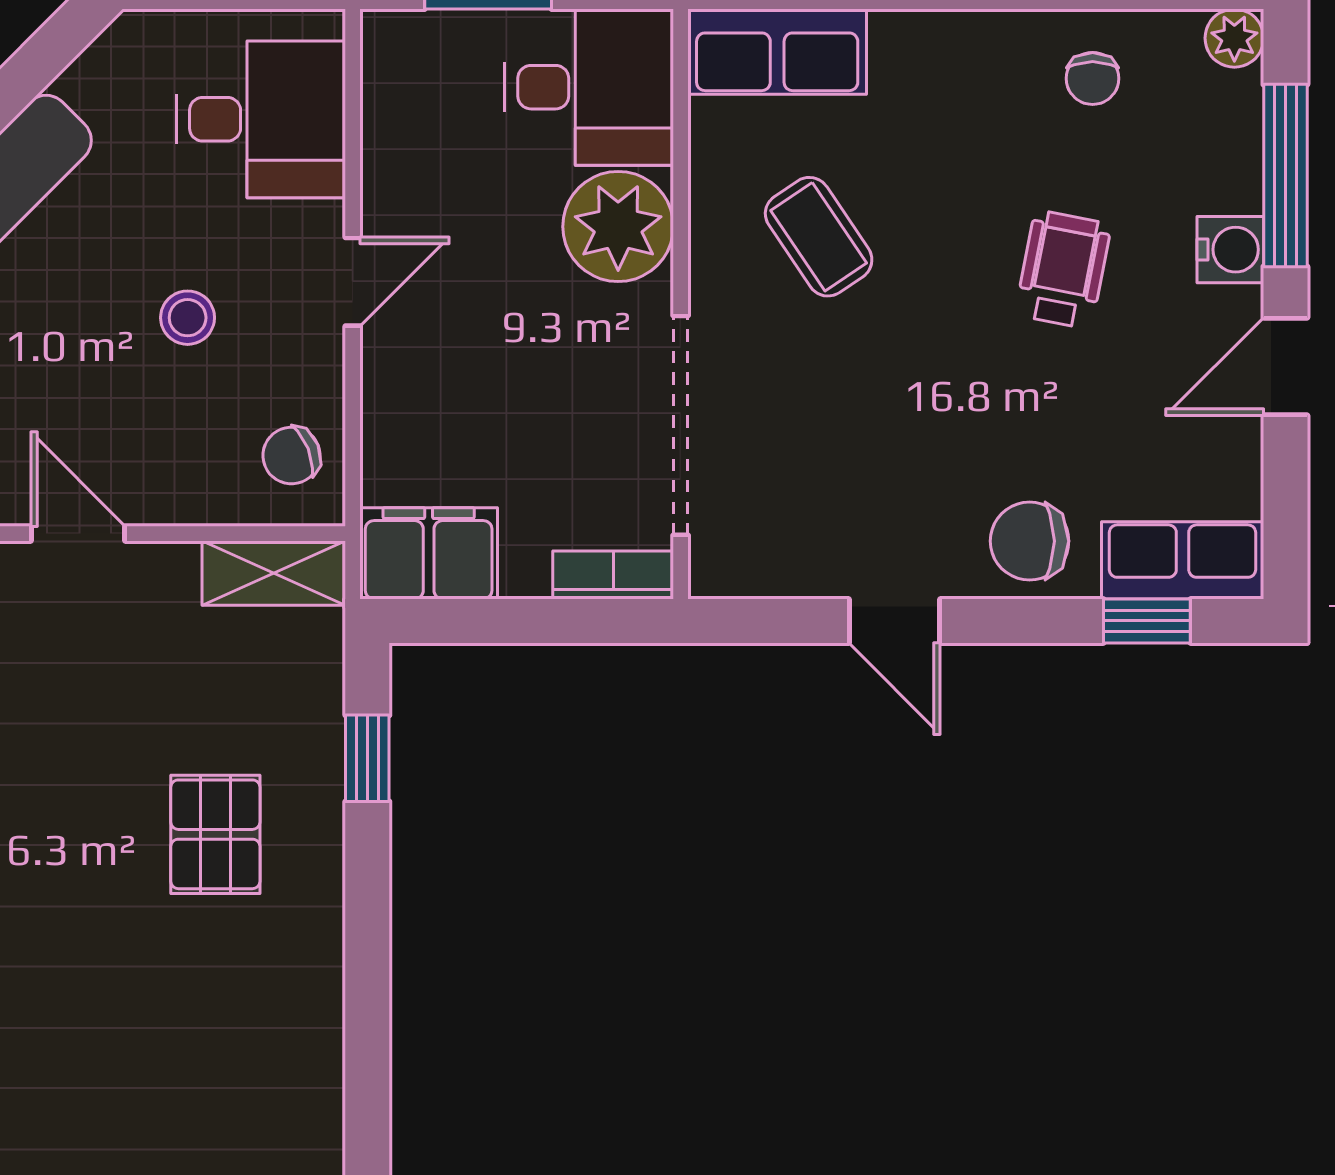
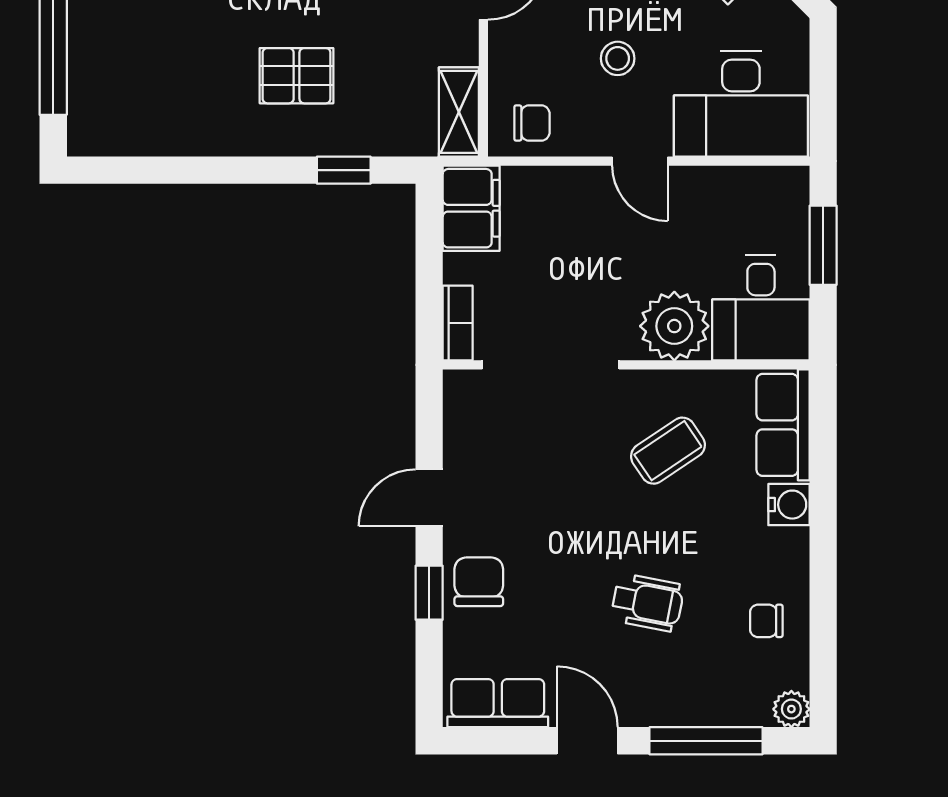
desk: (261, 119) -> (741, 104), width x1.37
water cooler: (1230, 250) -> (789, 505), moved, turned -90
chair: (291, 456) -> (532, 123), turned 112
row of seats: (1183, 560) -> (498, 703), moved, turned -90
window: (1147, 621) -> (429, 593), moved

